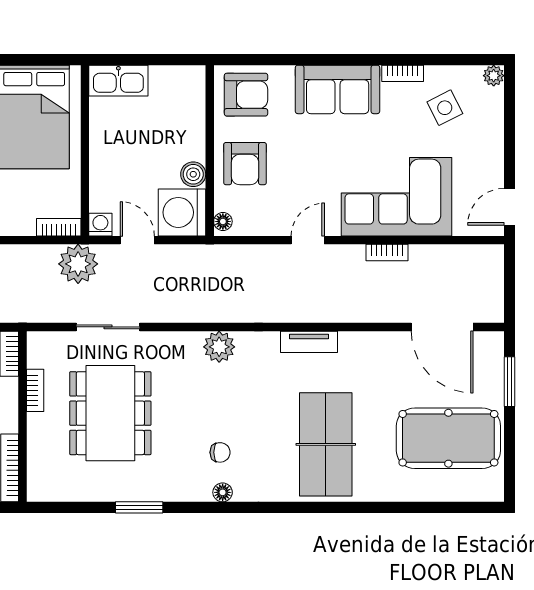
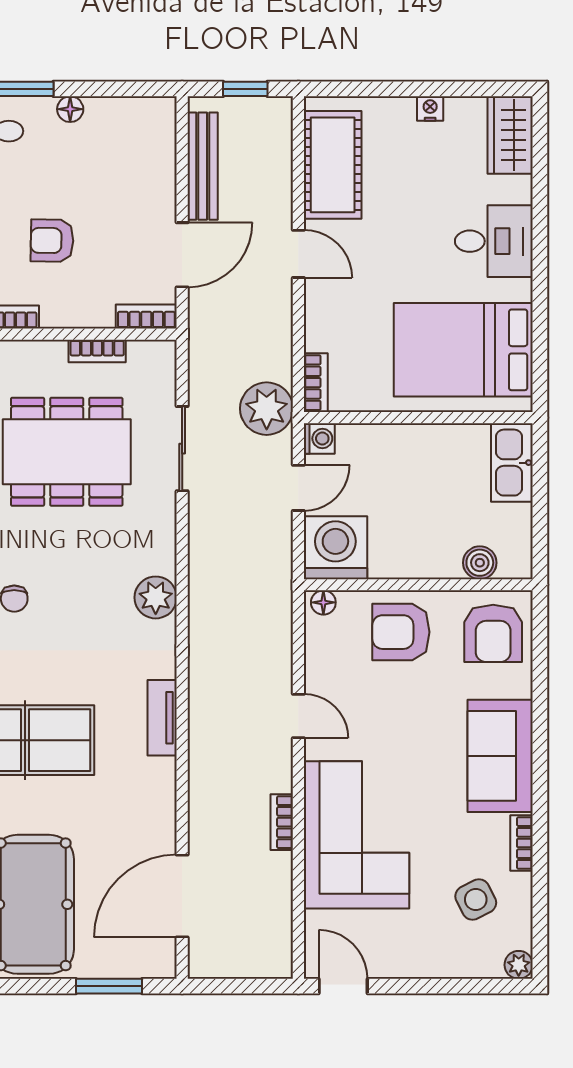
boiler: (193, 174) -> (480, 563), moved

